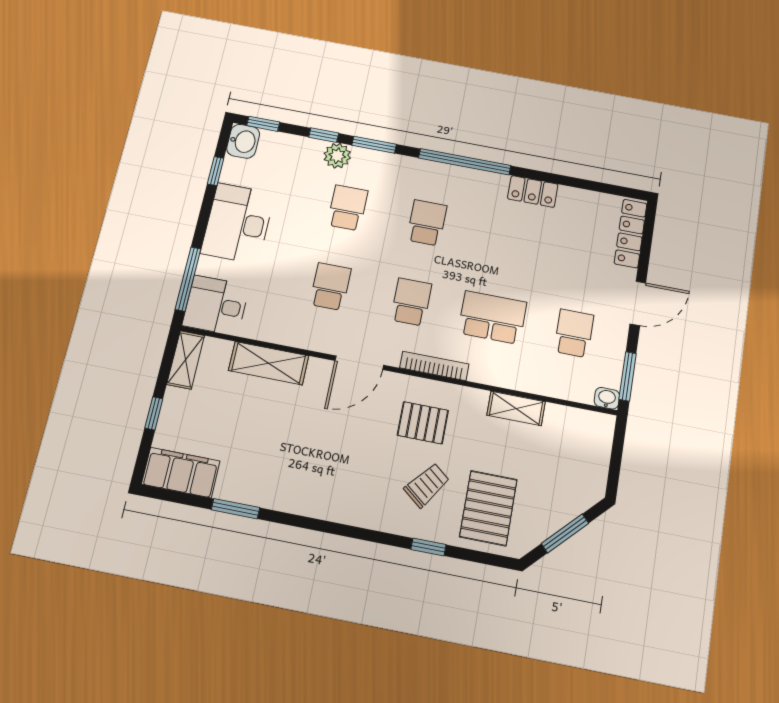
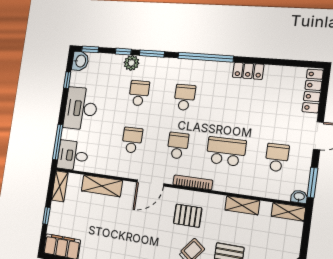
shelving: (590, 422) -> (288, 212), added

